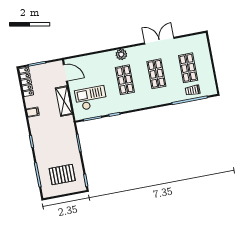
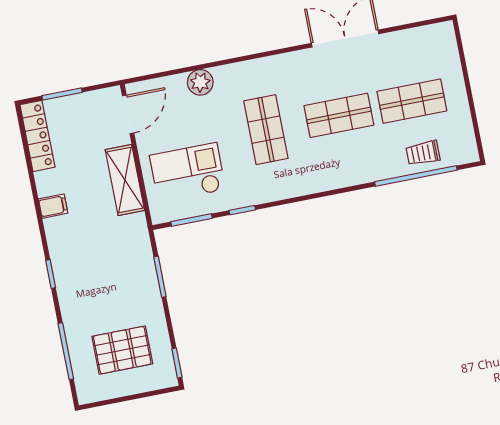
plant: (121, 54) -> (200, 82), moved
shop shelf: (188, 68) -> (412, 101), turned 90
door: (65, 73) -> (128, 114), hinge flipped
shop shelf: (156, 74) -> (339, 115), turned 90

